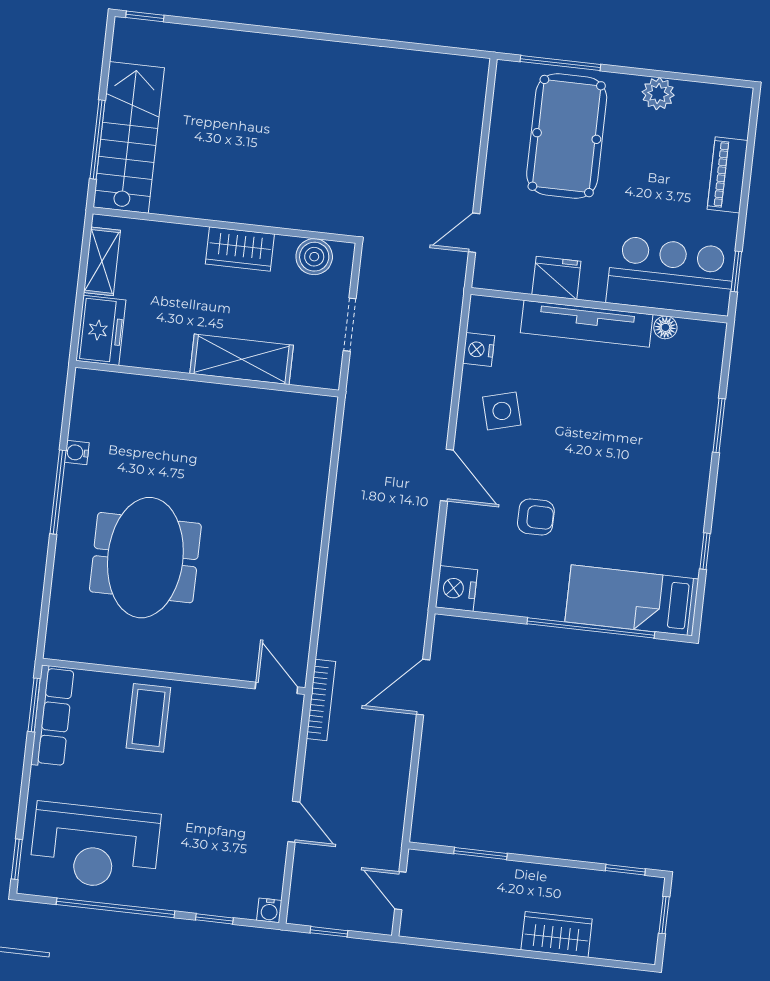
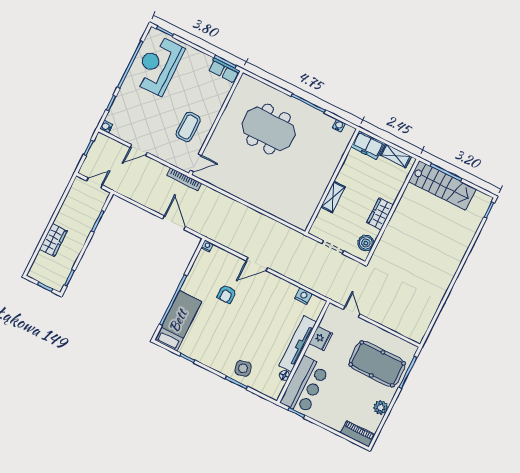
piano: (727, 175) -> (358, 434), moved
shelving: (242, 359) -> (333, 197), width x0.67, depth x0.75
side table: (502, 411) -> (243, 368), moved
water cooler: (77, 453) -> (339, 126), moved
nightstand: (456, 588) -> (207, 246), width x0.53, depth x0.56
row of seats: (52, 716) -> (224, 70), width x0.68
coffee table: (148, 718) -> (188, 127), moved, turned 90

